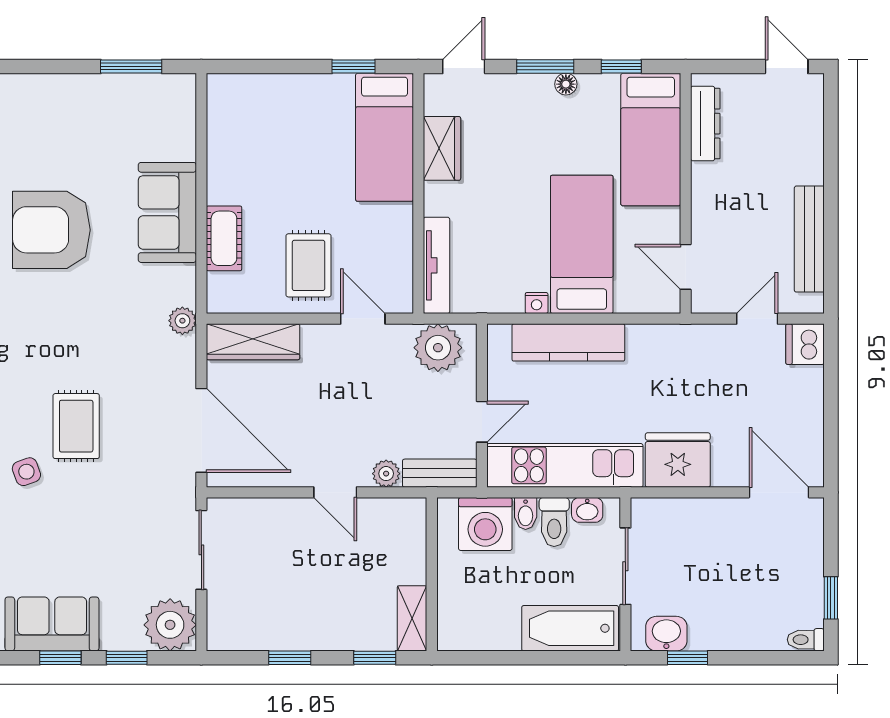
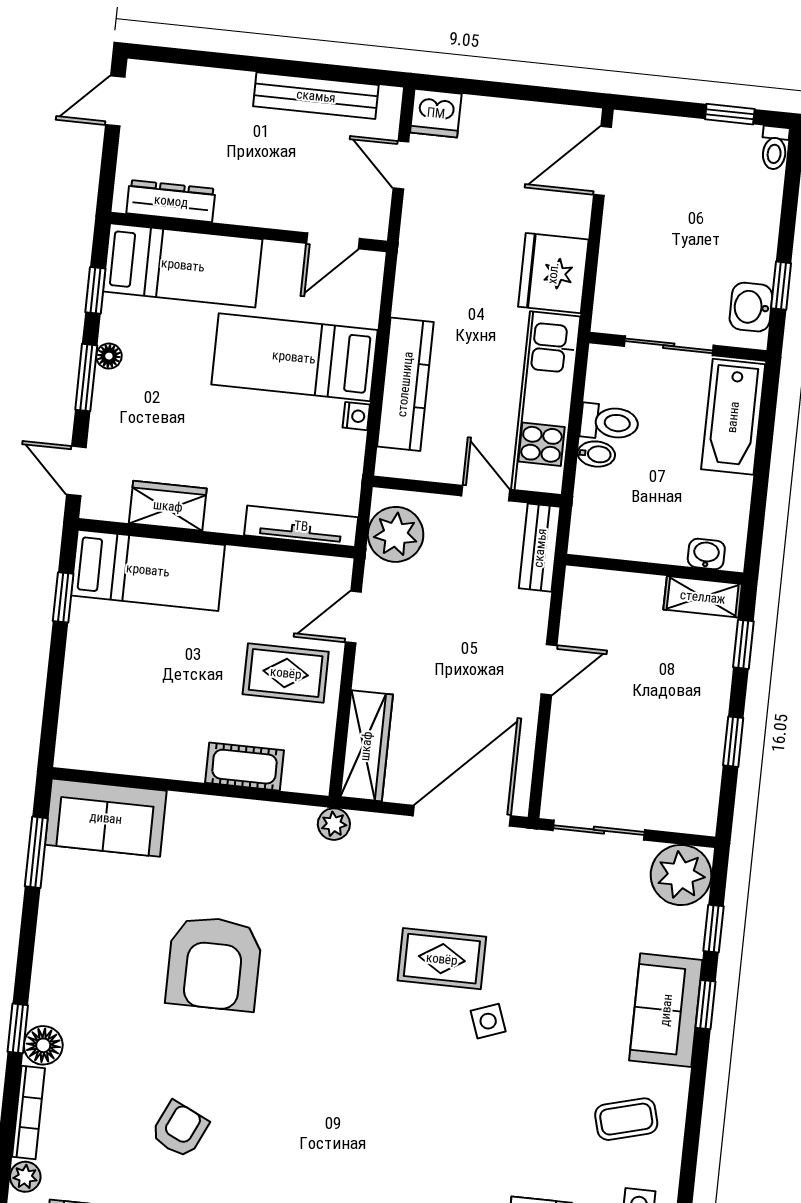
sofa: (167, 212) -> (106, 818), moved
plant: (386, 474) -> (534, 609), removed
washbasin: (587, 510) -> (706, 554), moved, turned -90
washing machine: (485, 524) -> (603, 501), removed

